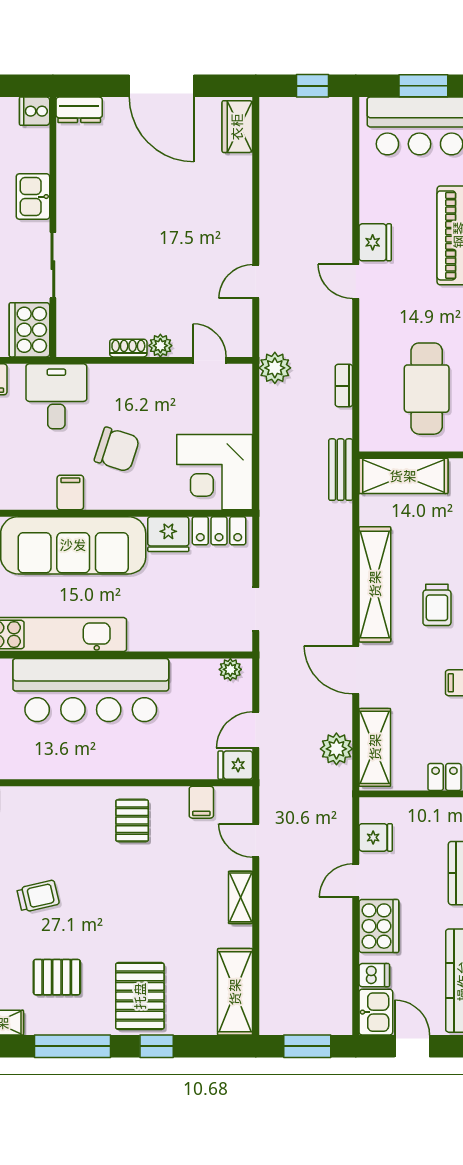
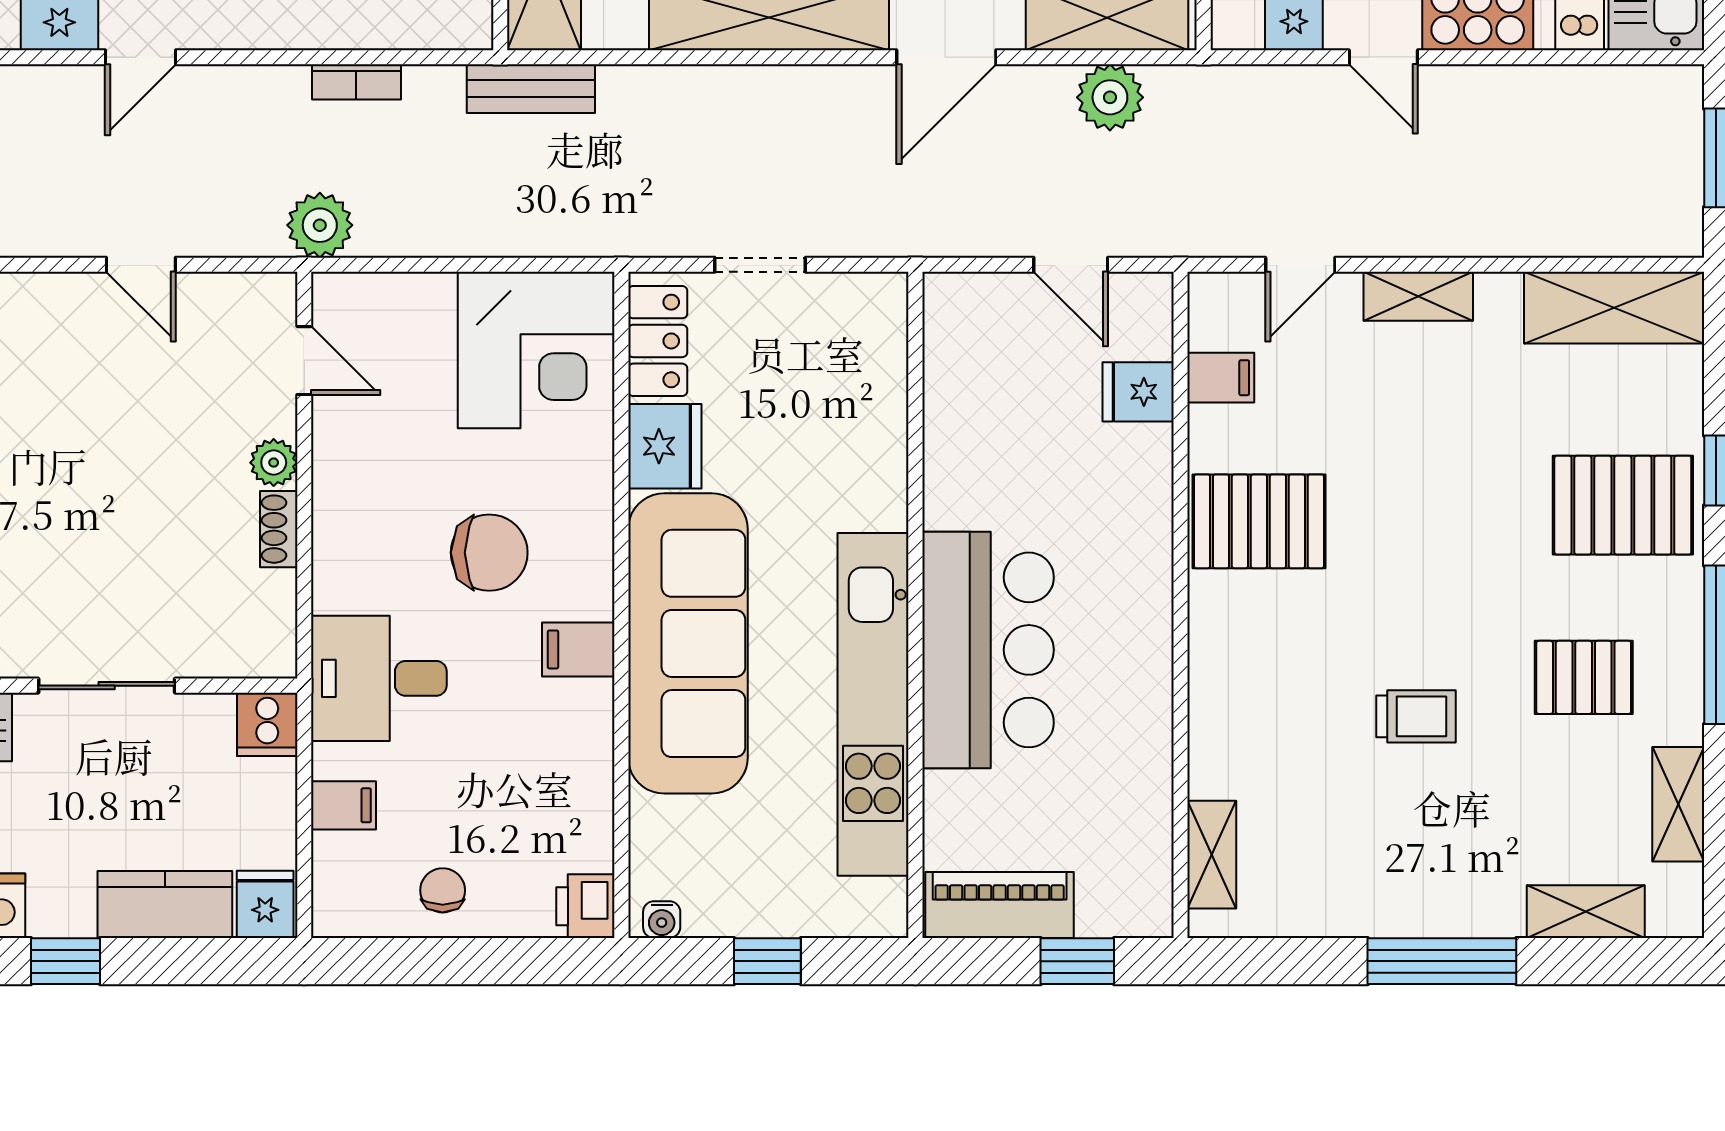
cooker: (29, 330) -> (267, 724), width x0.53, depth x0.76
door: (210, 360) -> (304, 361), swing flipped
chair: (117, 449) -> (489, 553), turned 72
doorway: (256, 609) -> (760, 265), moved
plant: (230, 669) -> (946, 318), removed
bar counter: (91, 690) -> (988, 650), width x0.73
fridge: (235, 765) -> (1138, 392), moved, turned 90
pallet: (132, 821) -> (1259, 521), width x1.50, depth x1.42
trolley: (38, 896) -> (1416, 716), turned 103
pallet: (57, 977) -> (1584, 677), turned 90

